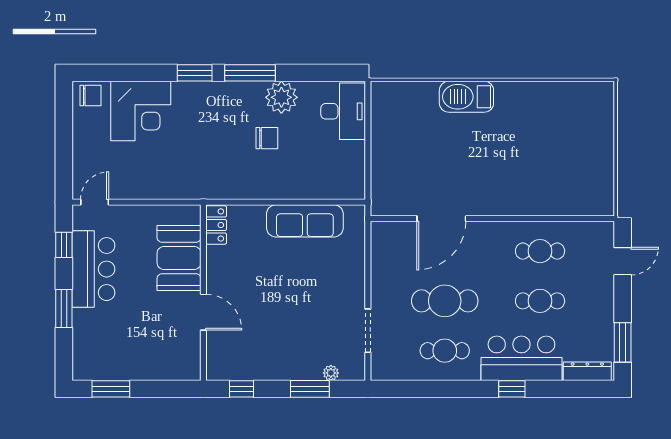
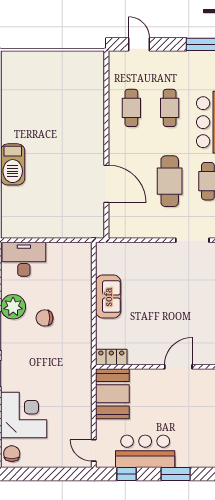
chair: (267, 138) -> (45, 318), turned -90
sofa: (305, 221) -> (108, 297), width x0.73
booth: (179, 258) -> (112, 394), moved, turned 90

